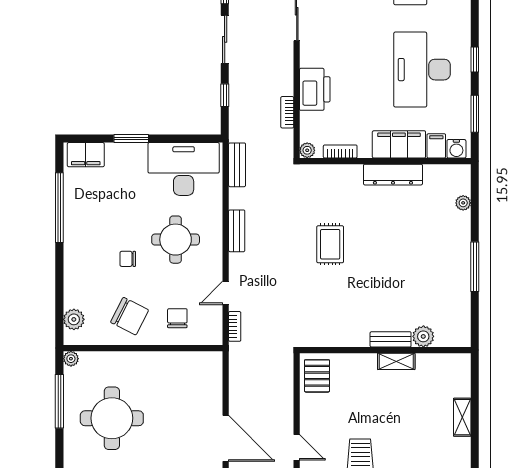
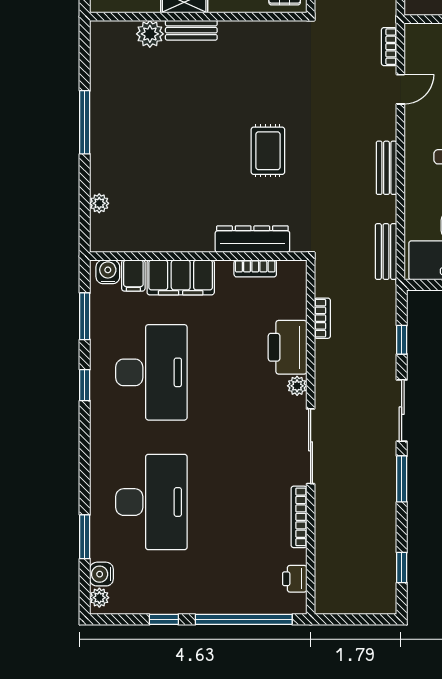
plant: (307, 150) -> (297, 386), moved
dresser: (393, 175) -> (252, 239), moved

